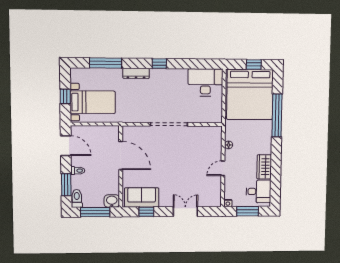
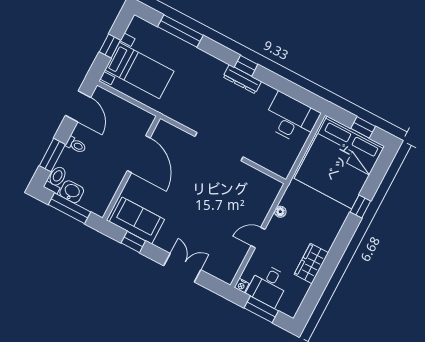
dresser: (136, 73) -> (242, 79), moved
window: (277, 115) -> (360, 207), width x0.32
desk: (259, 191) -> (268, 285), moved, turned 90
washbasin: (112, 201) -> (72, 192), moved

